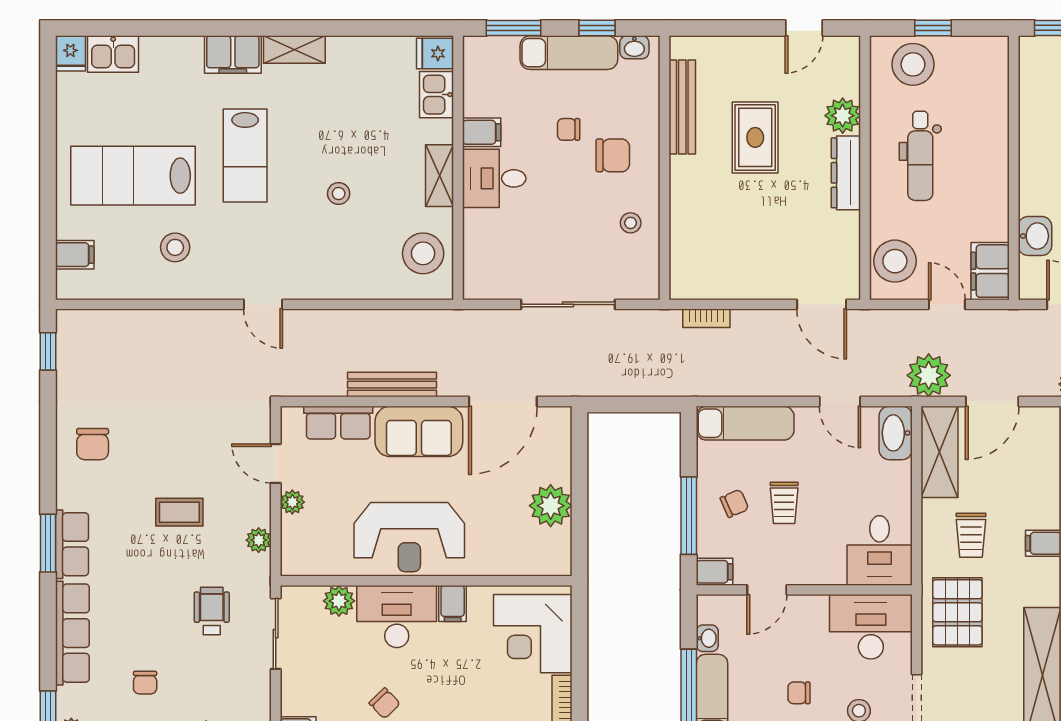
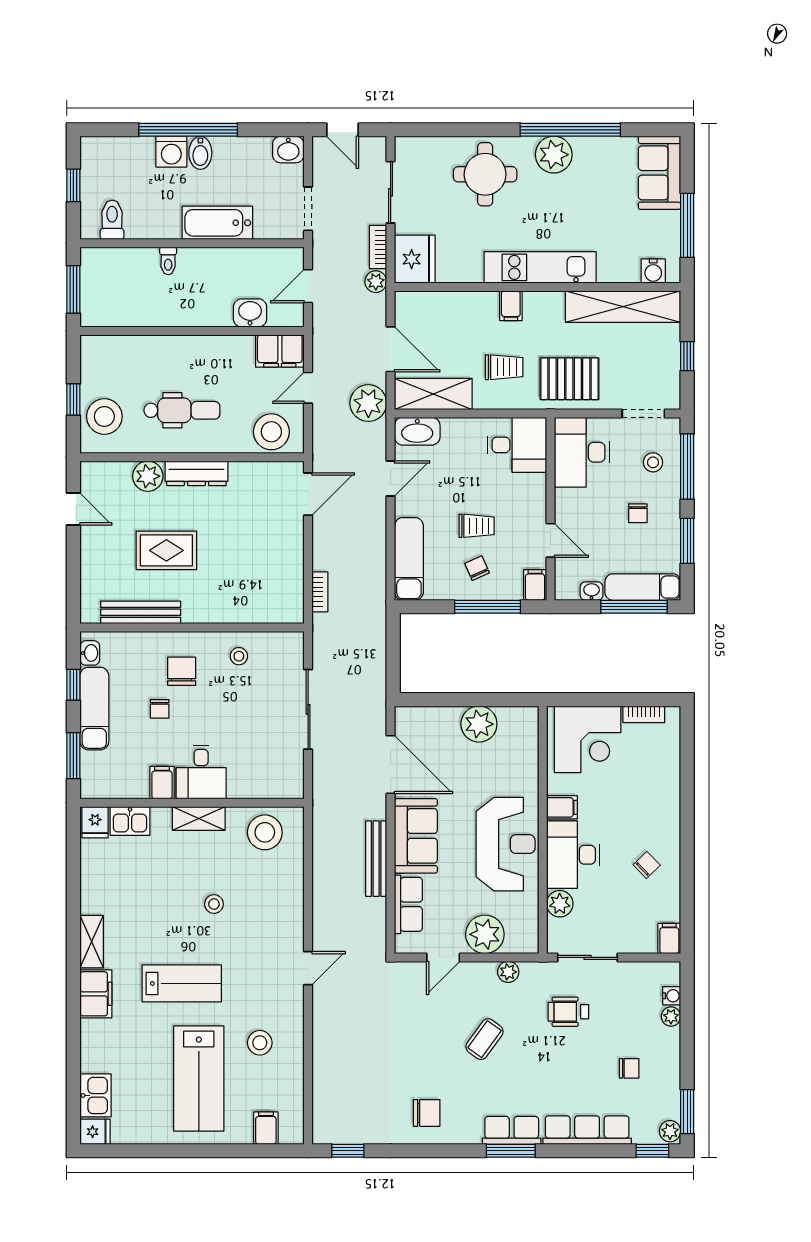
plant: (292, 502) -> (485, 934), width x1.87, depth x1.87
coffee table: (179, 512) -> (485, 1039), turned 36

